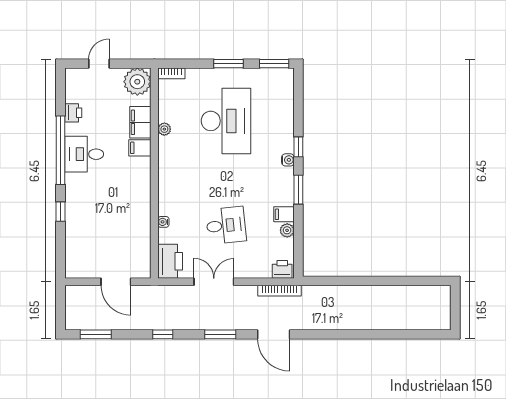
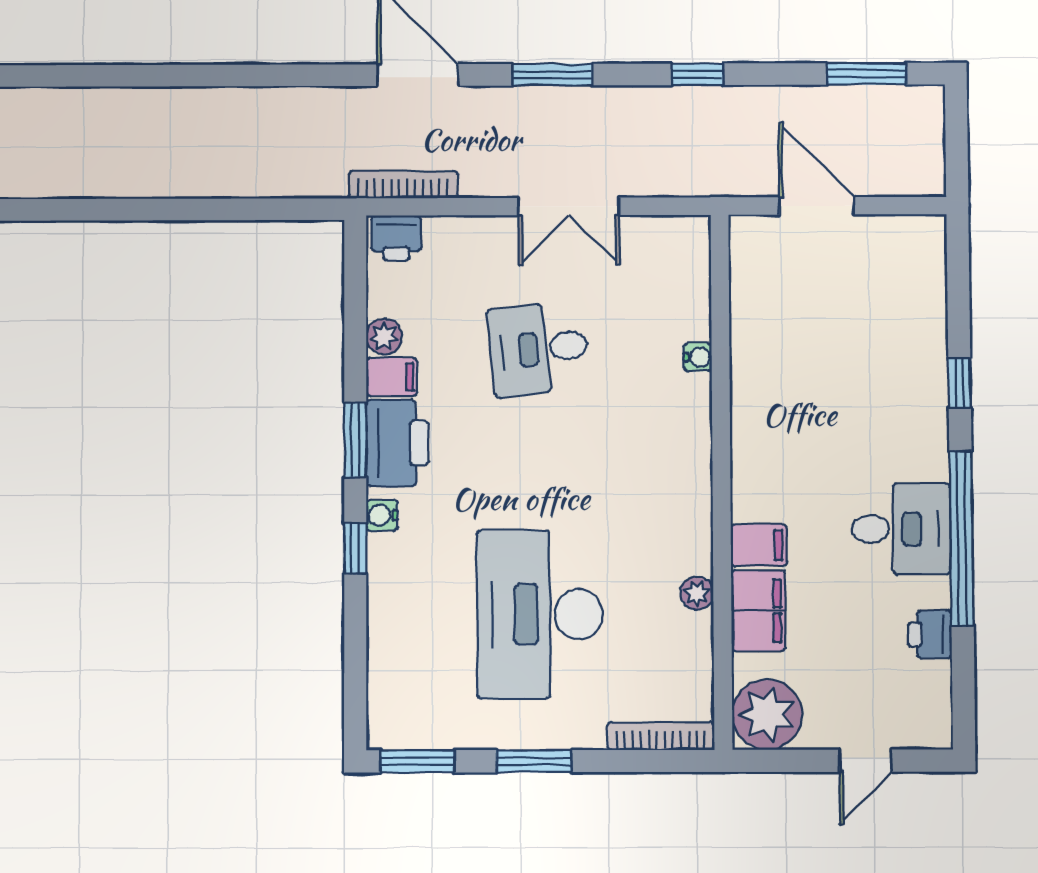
bookcase: (171, 73) -> (661, 736), width x1.56
printer: (170, 261) -> (397, 443), moved, turned 180

